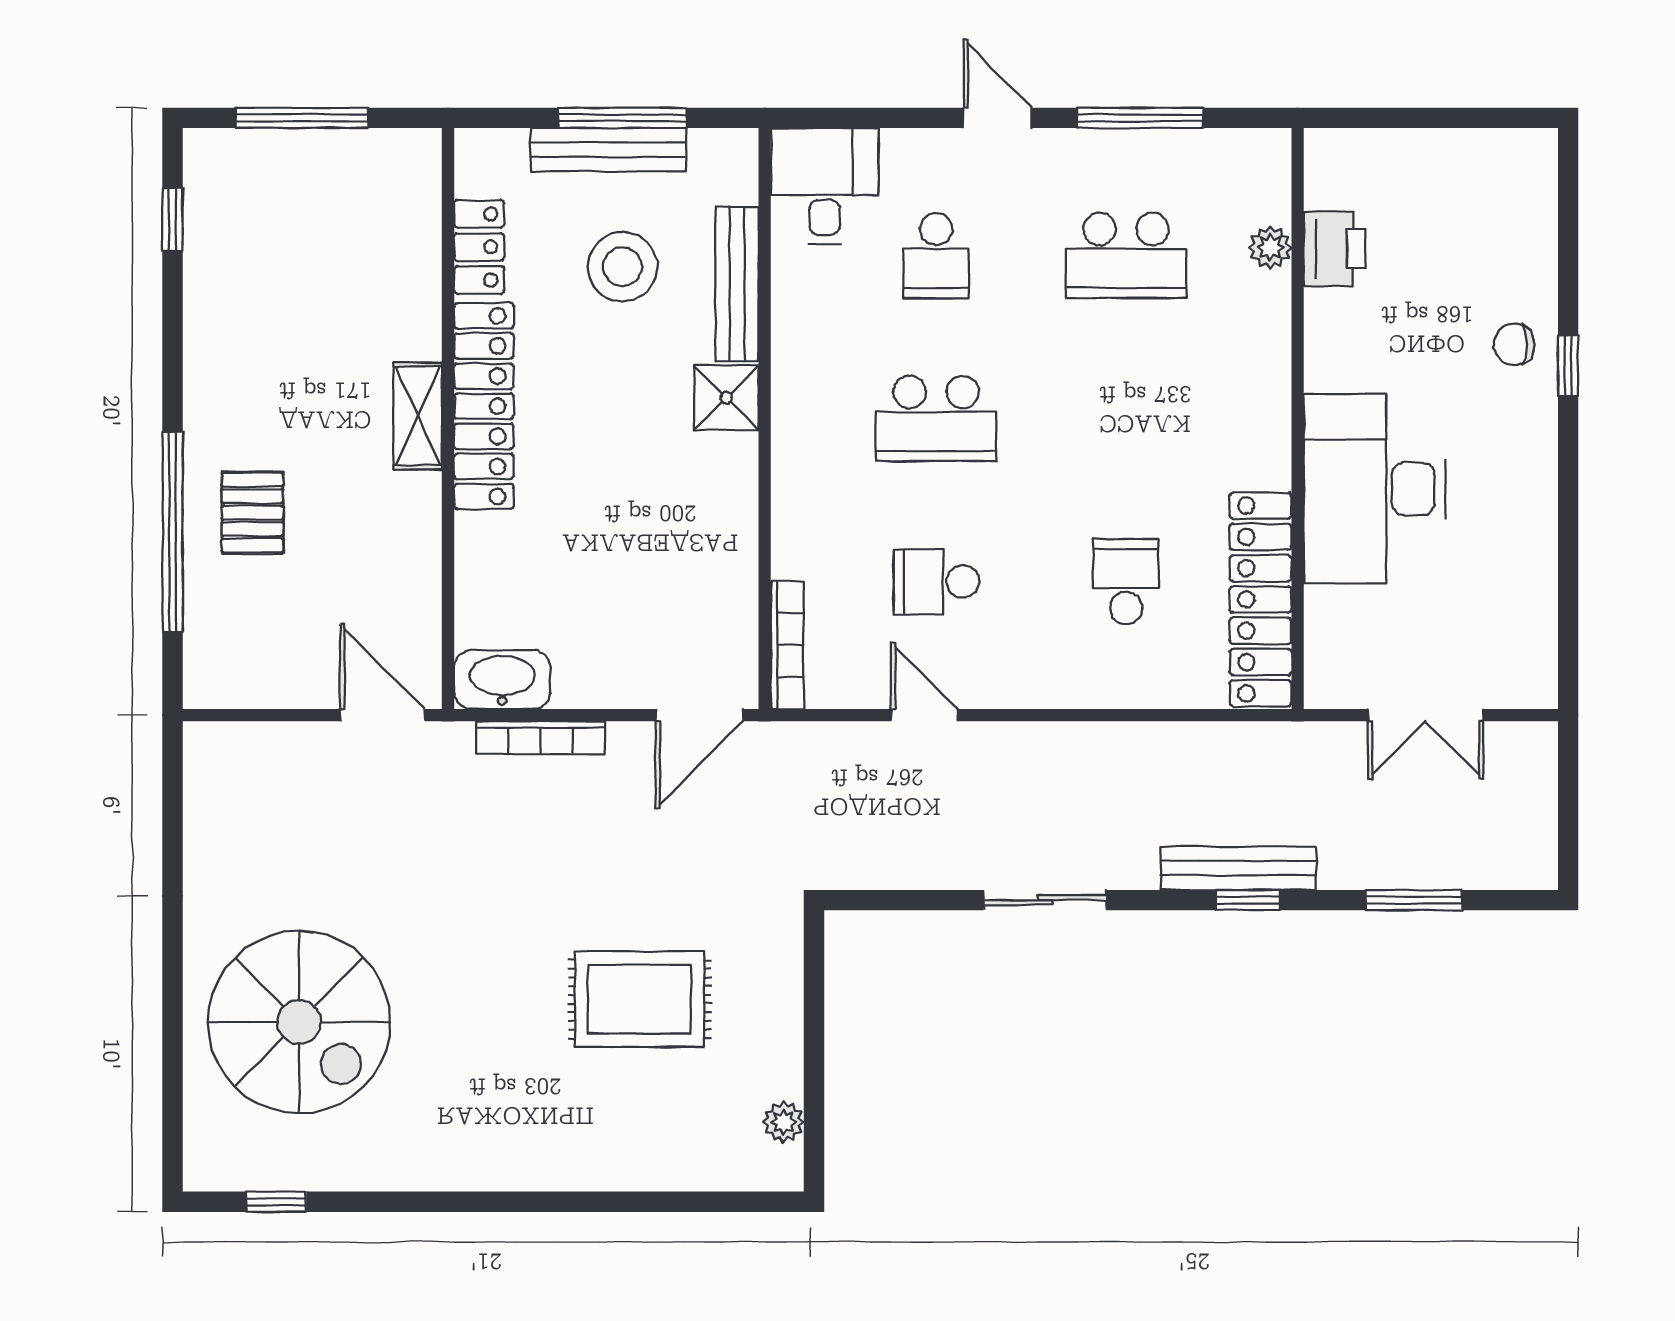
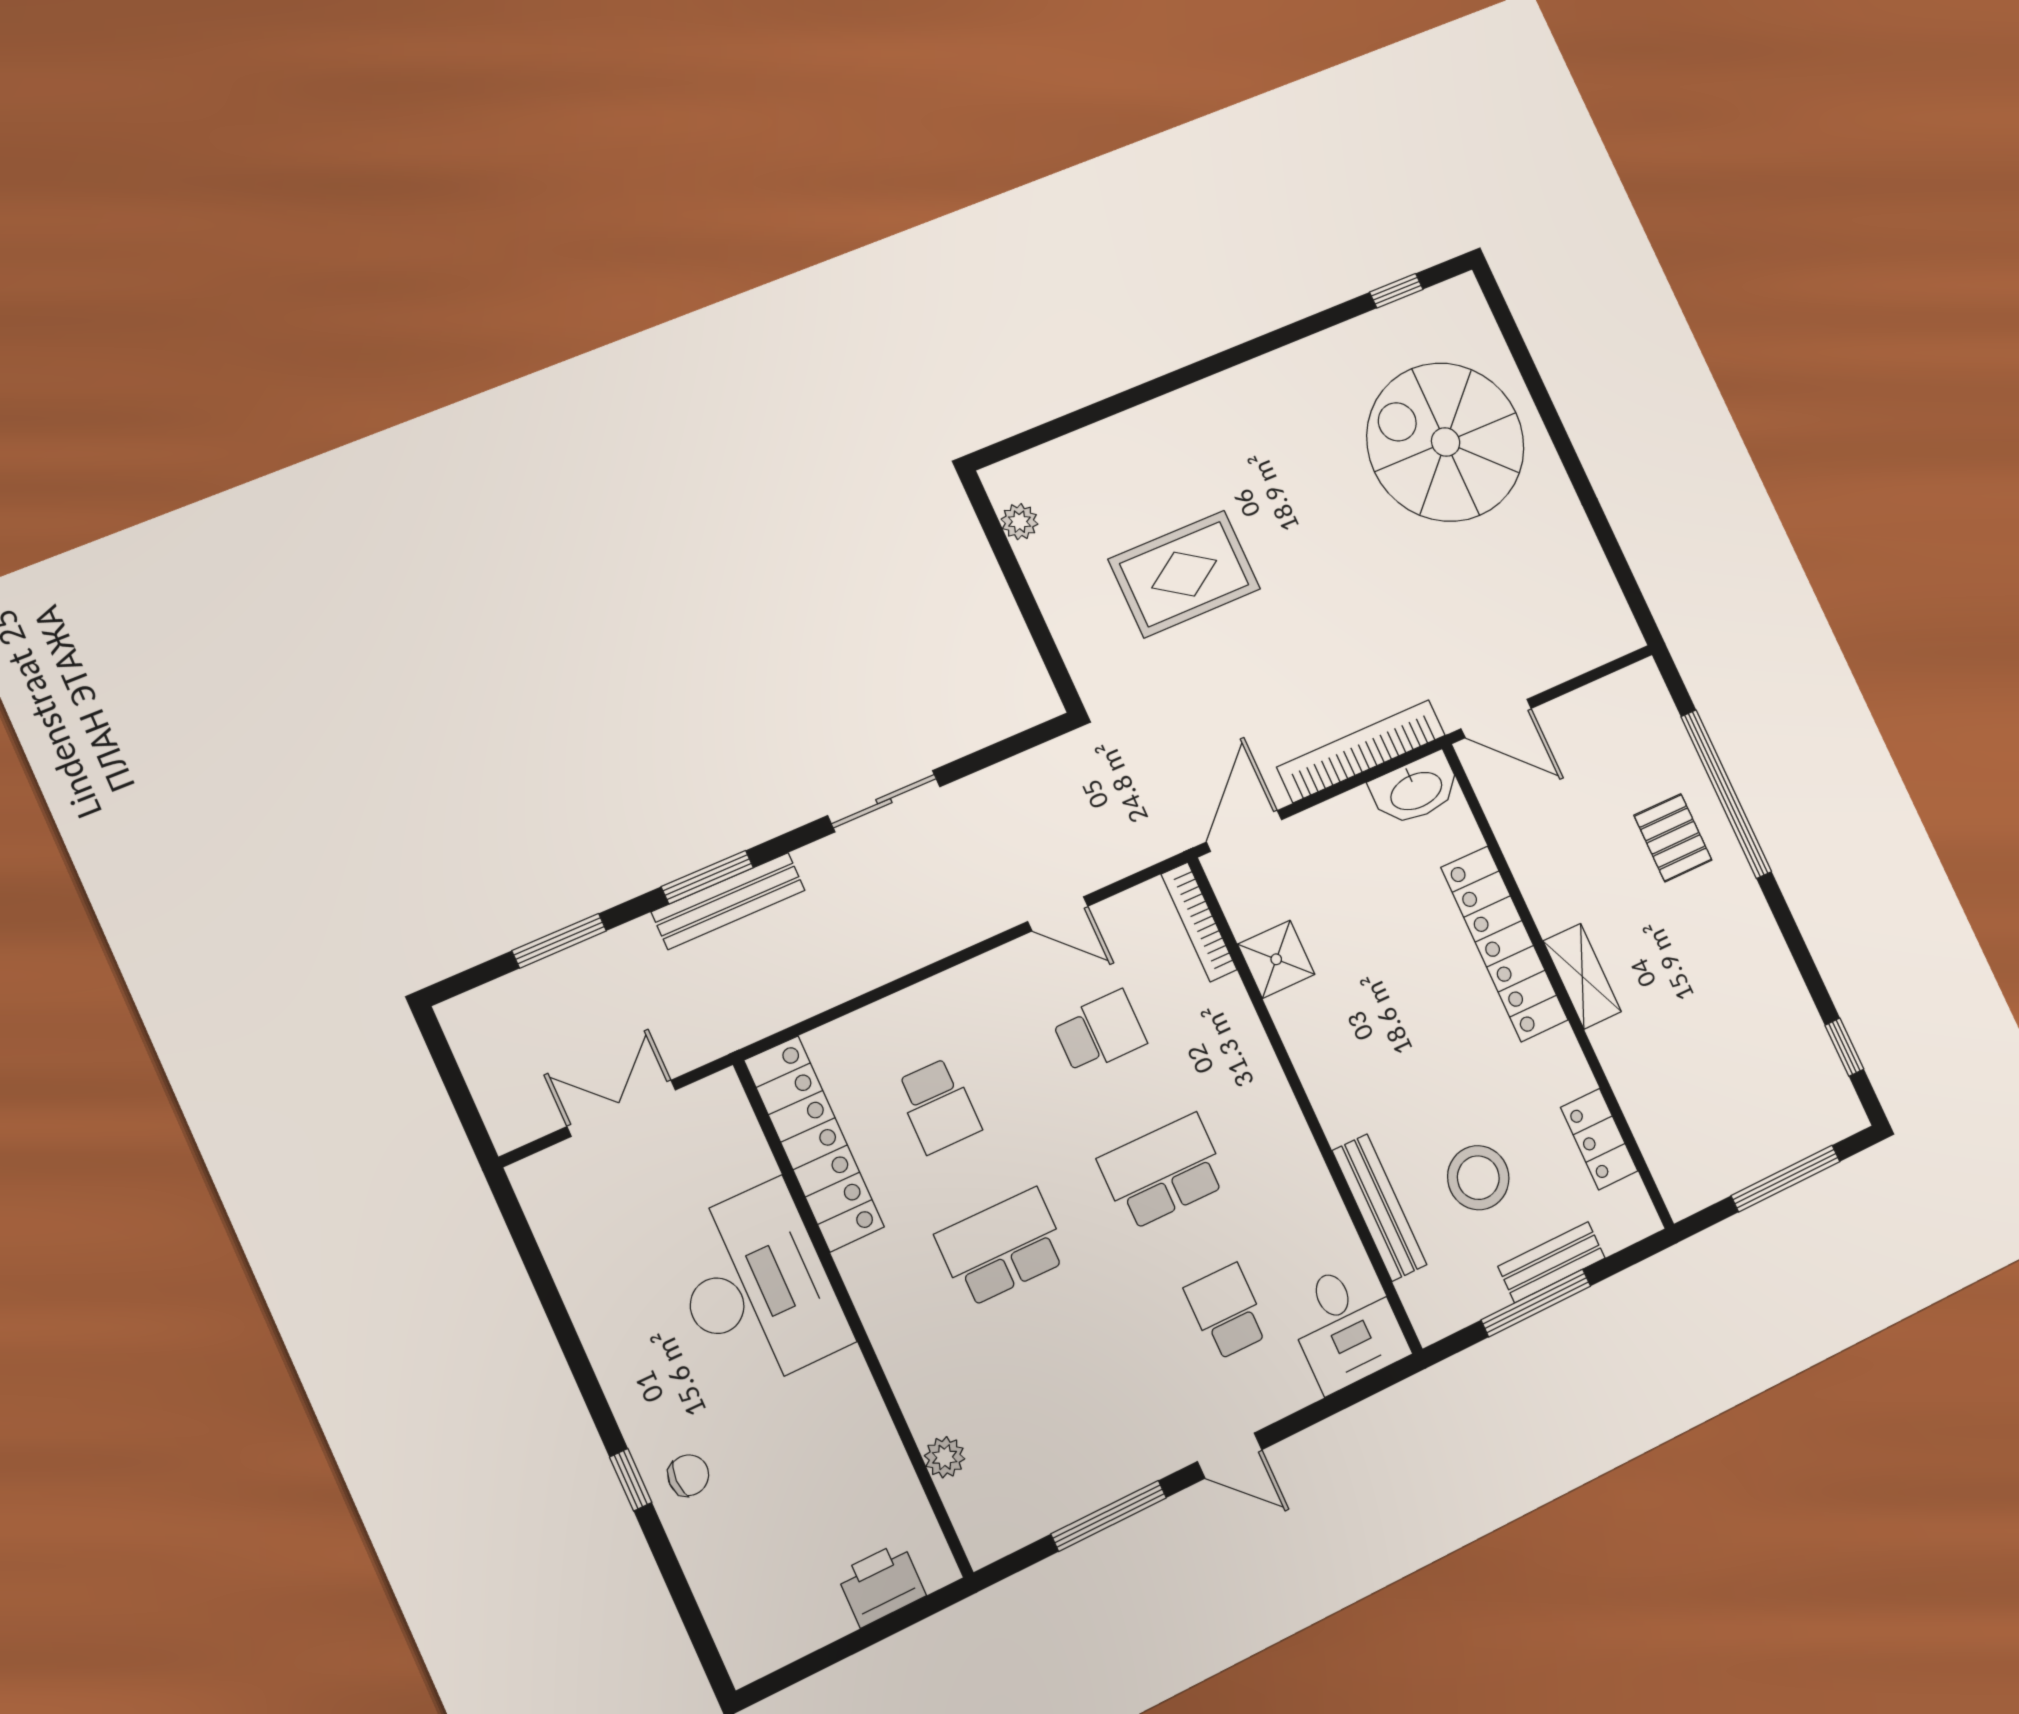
bench: (608, 150) -> (1552, 1262), width x0.73
printer: (1334, 249) -> (881, 1584), moved, turned 90
school desk: (1126, 255) -> (1002, 1247), moved
shower: (726, 398) -> (1276, 959), moved
locker: (484, 406) -> (1504, 944), moved
bookcase: (540, 738) -> (1361, 751), width x1.48, depth x1.31
window: (1248, 900) -> (707, 877), width x1.50

